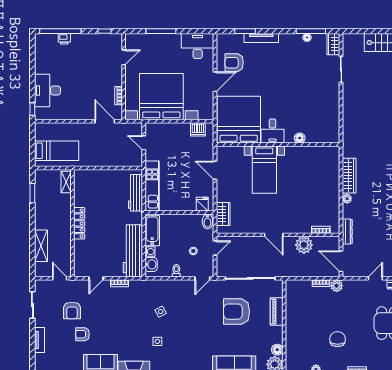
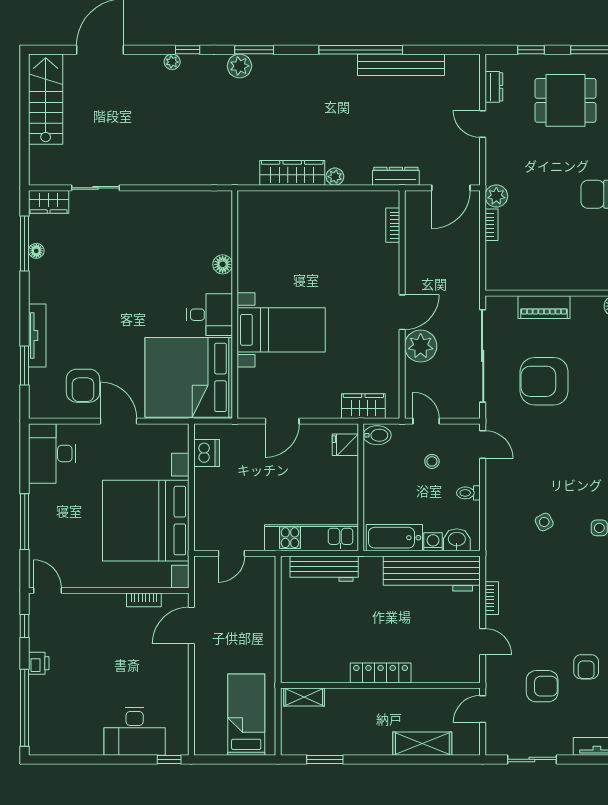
printer: (64, 39) -> (39, 663), moved
door: (124, 57) -> (47, 591), moved
plant: (304, 245) -> (421, 346), moved
armchair: (237, 312) -> (544, 381), turned 90

